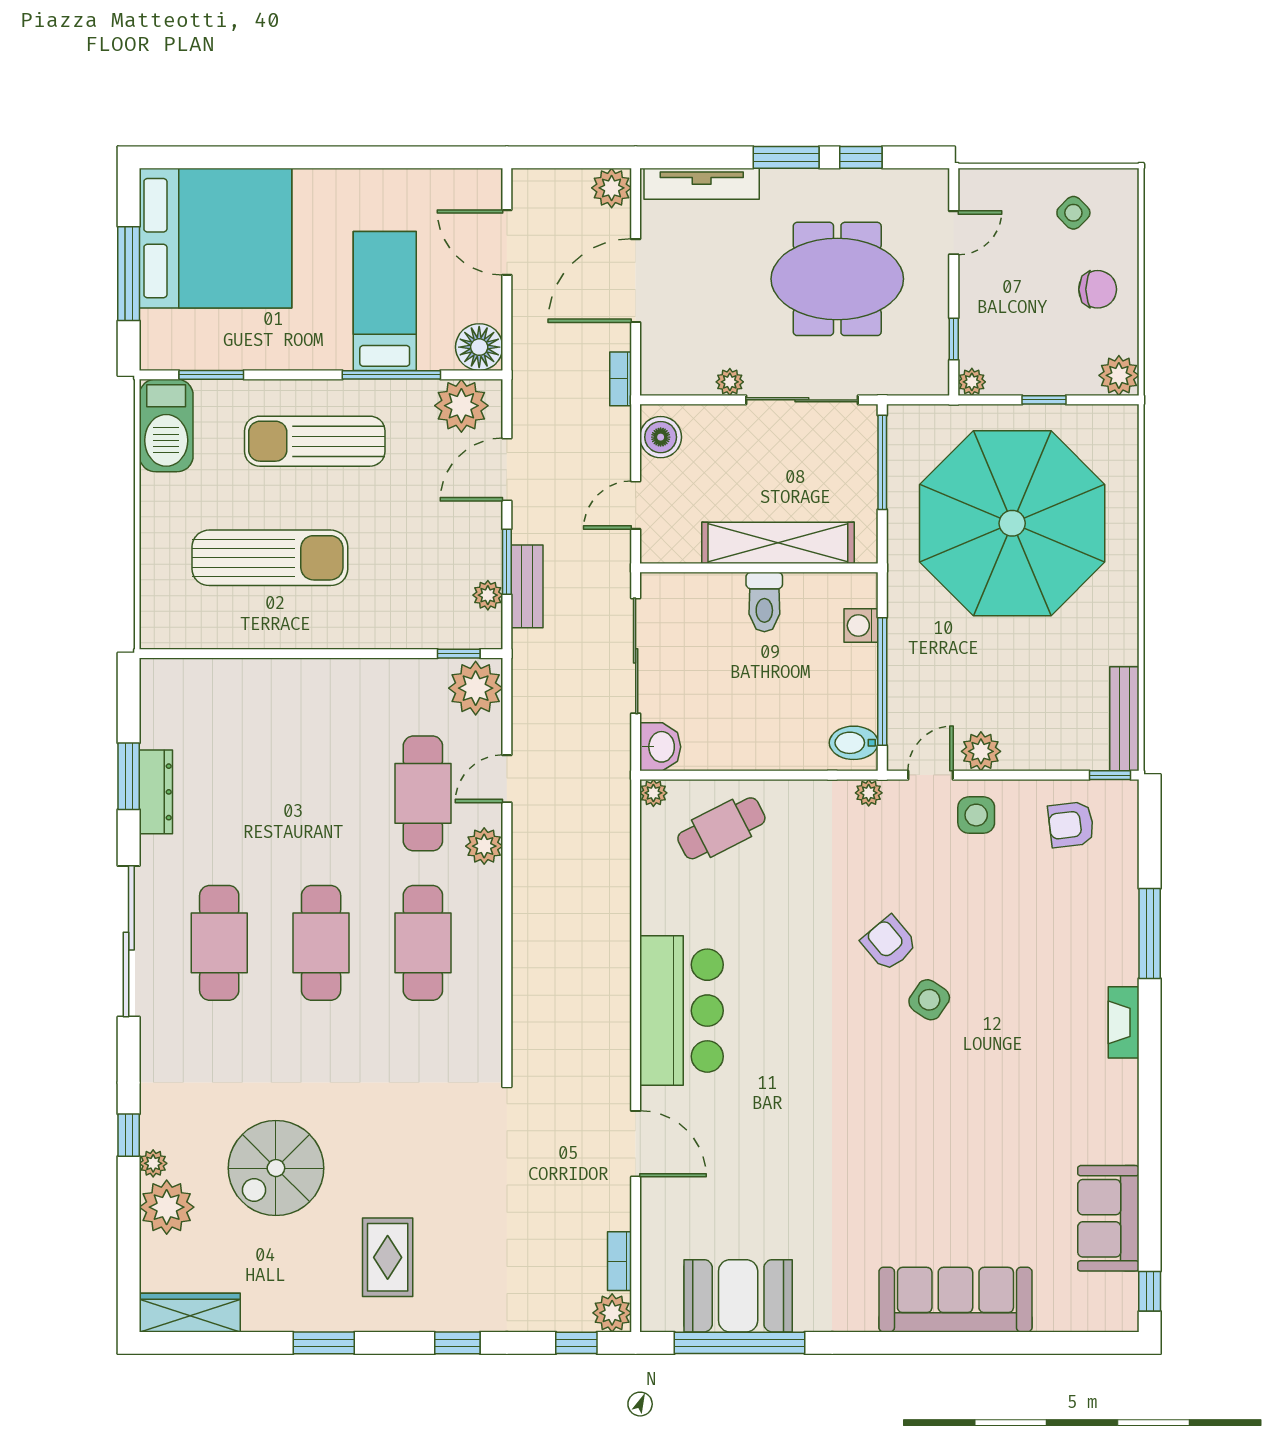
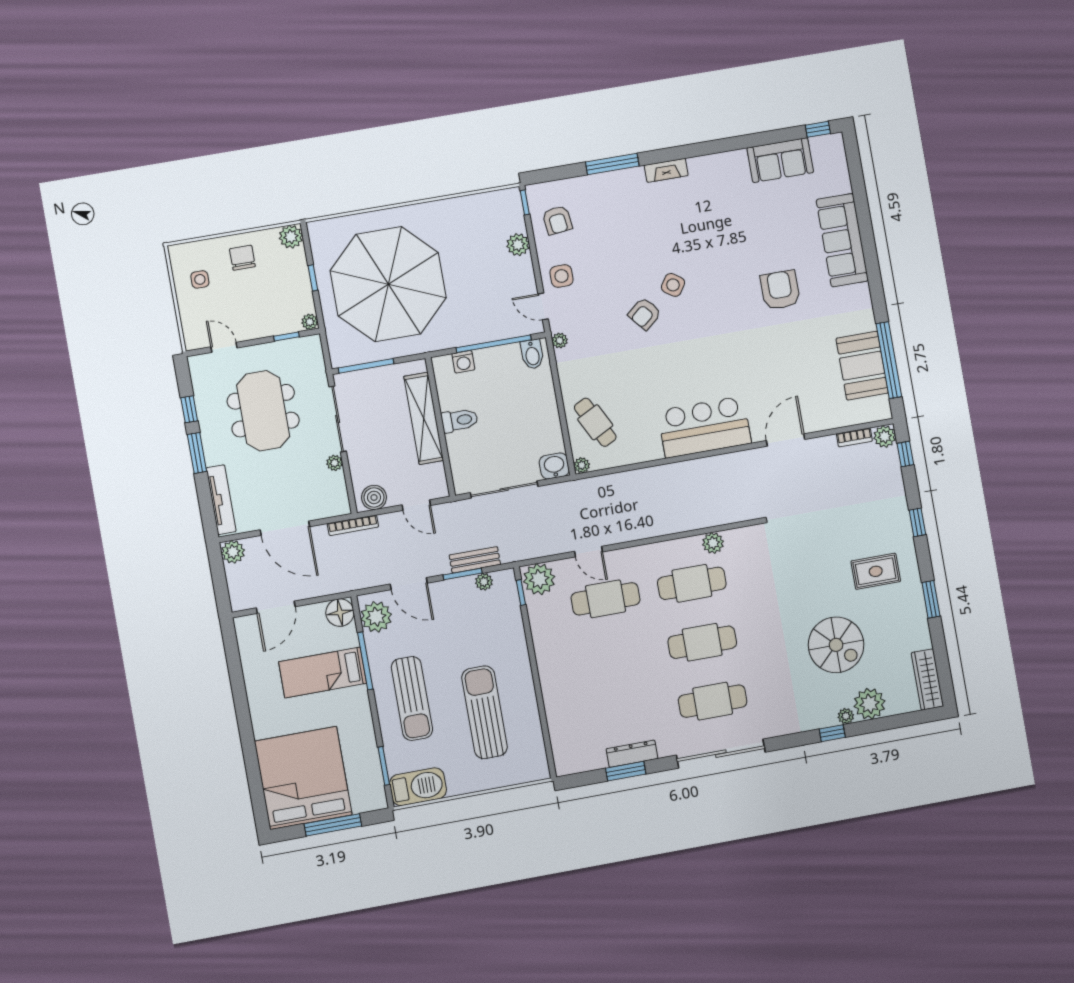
side table: (1073, 213) -> (200, 279), turned 45
bookcase: (621, 379) -> (353, 525), width x1.56
bench: (1124, 719) -> (491, 200), removed
plant: (981, 751) -> (518, 245), moved
plant: (484, 846) -> (713, 543), moved
armchair: (890, 1179) -> (780, 290), added

